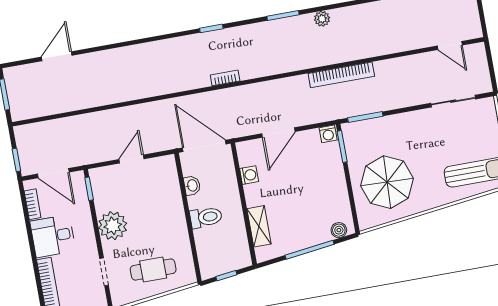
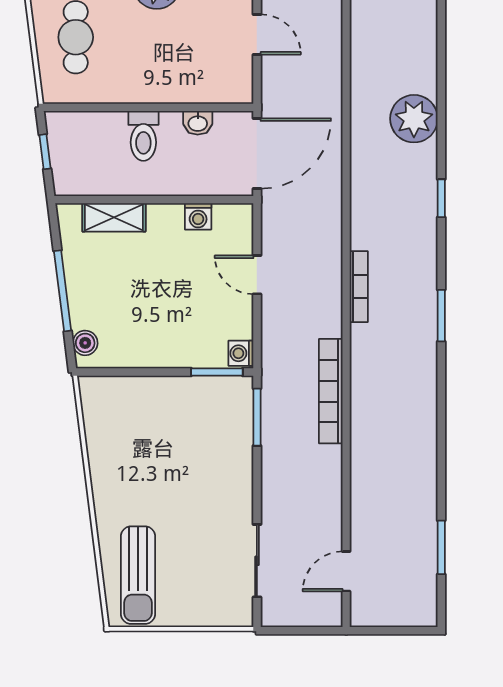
plant: (322, 19) -> (414, 119), moved, width x1.88, depth x1.88
bookcase: (225, 78) -> (359, 287), moved, width x1.56
door: (278, 133) -> (257, 275), width x0.73
parasol: (387, 182) -> (148, 433), removed

